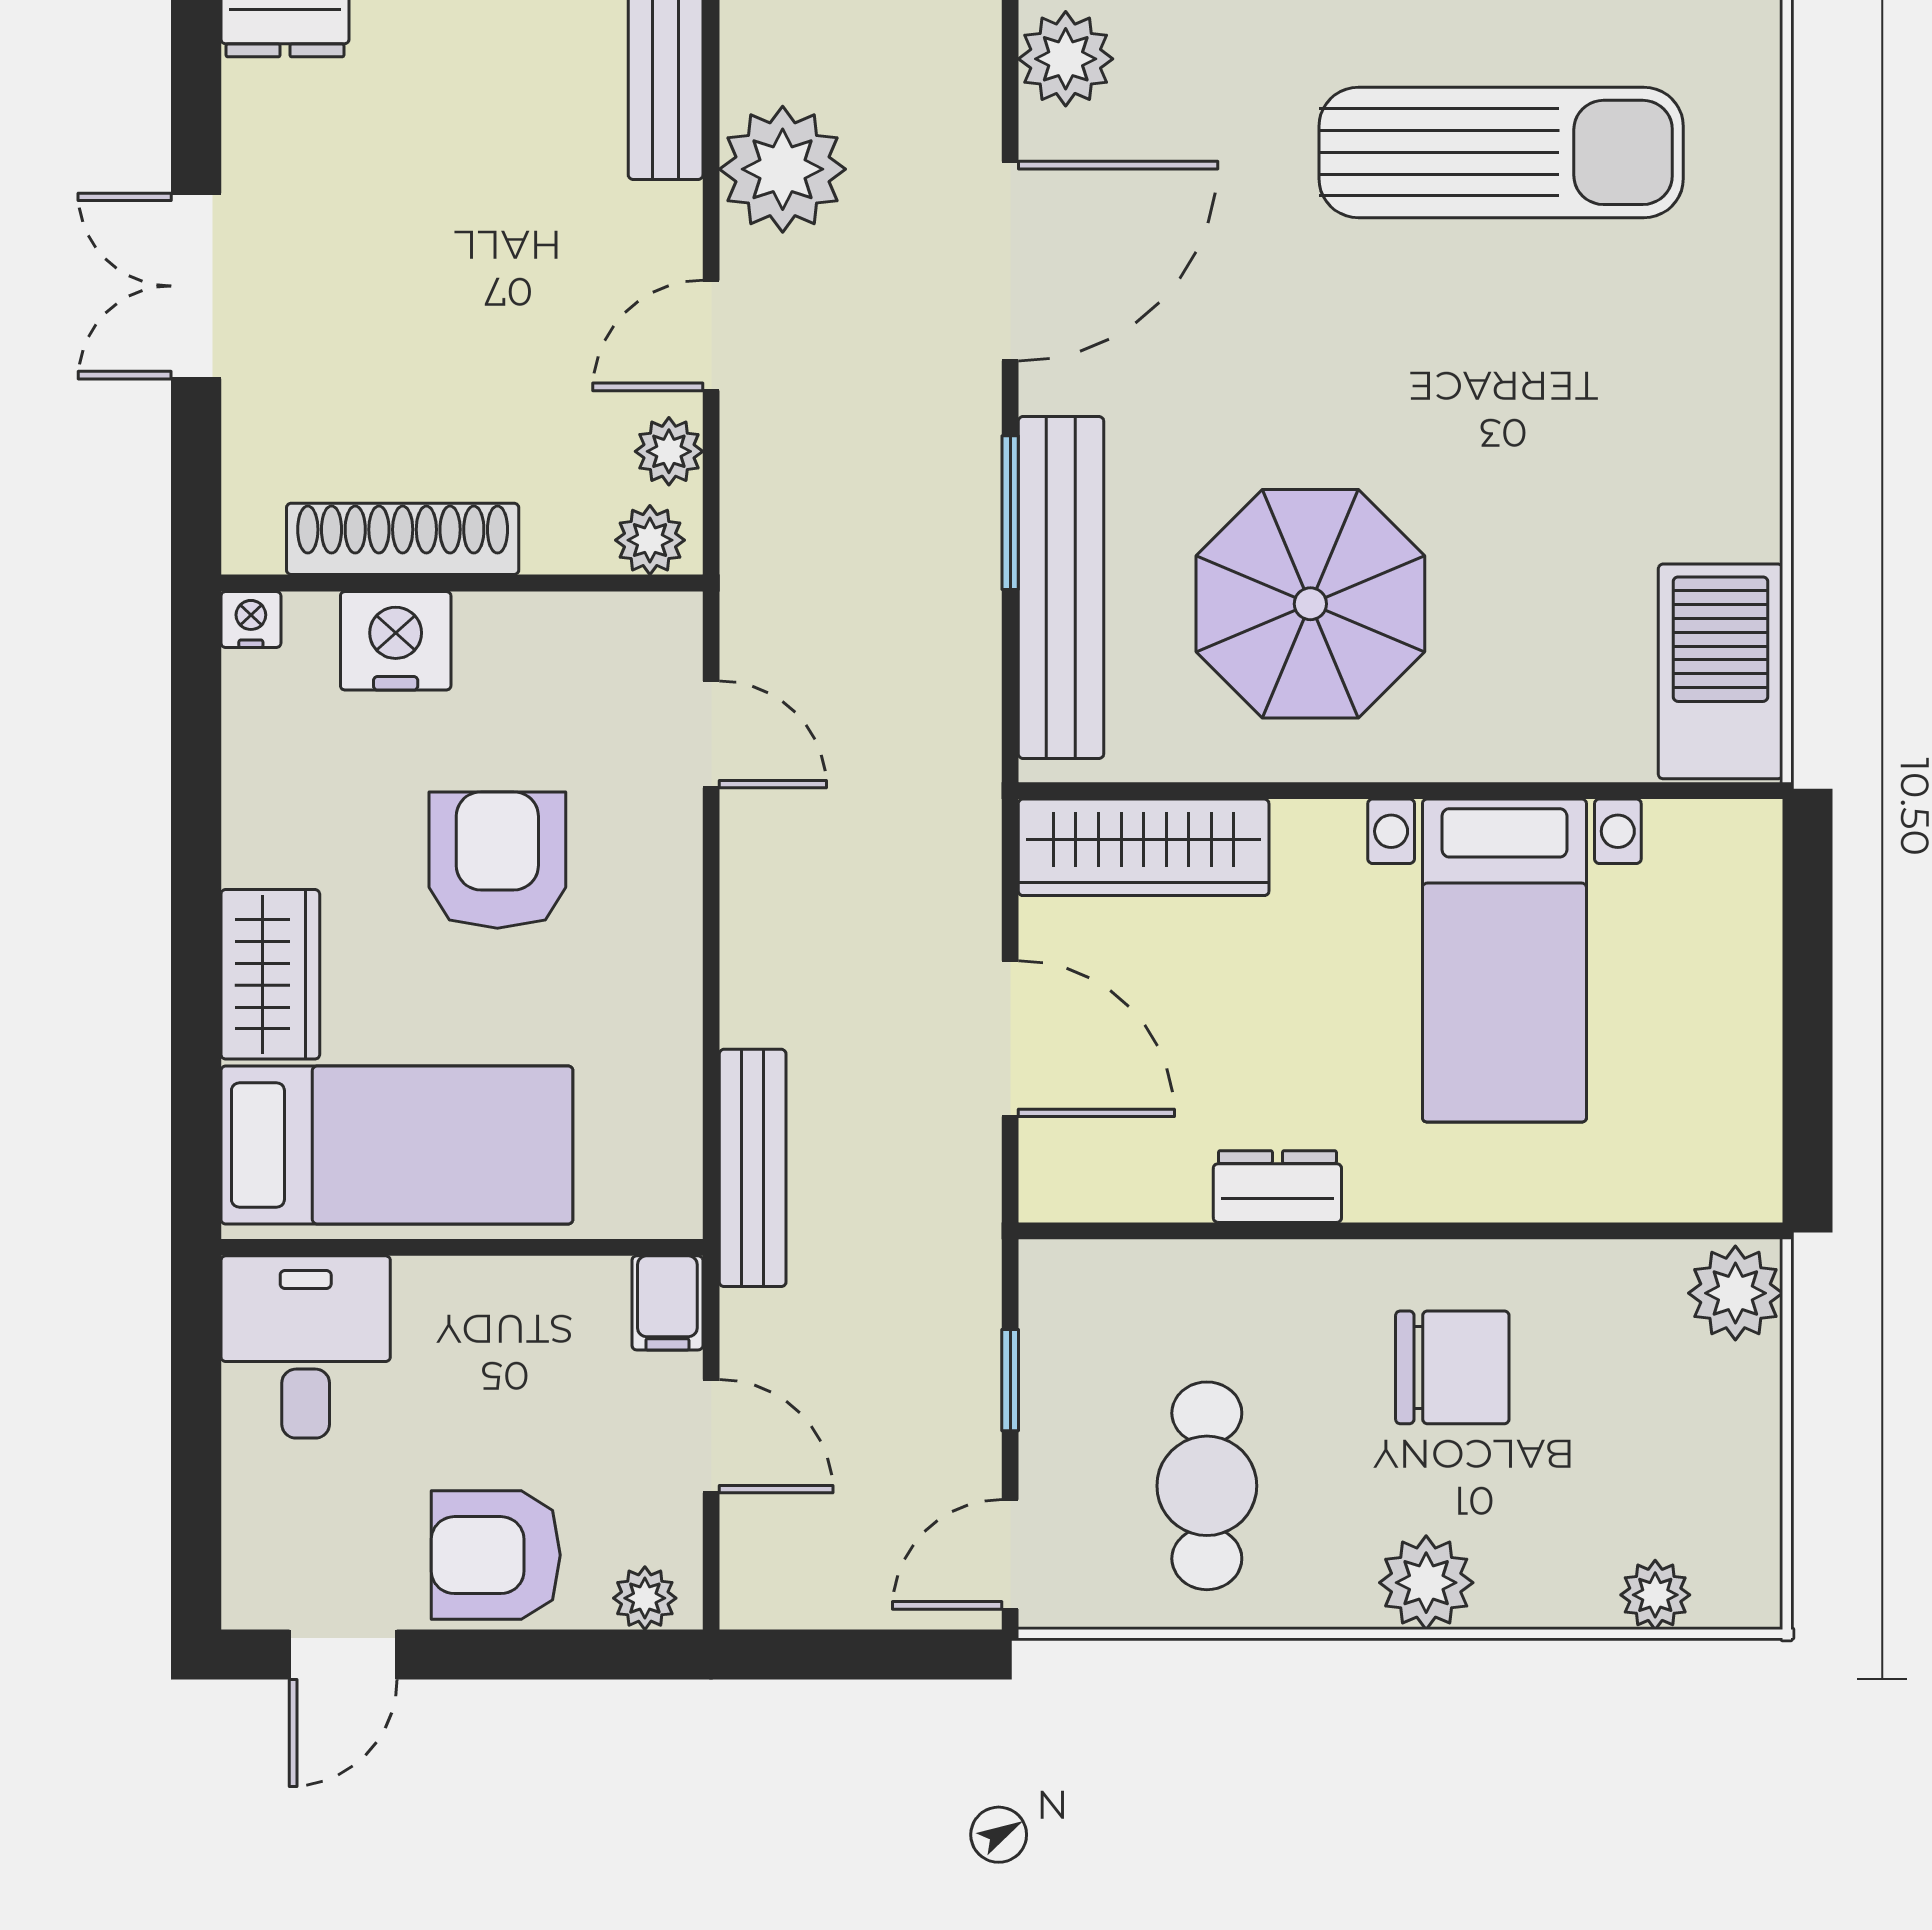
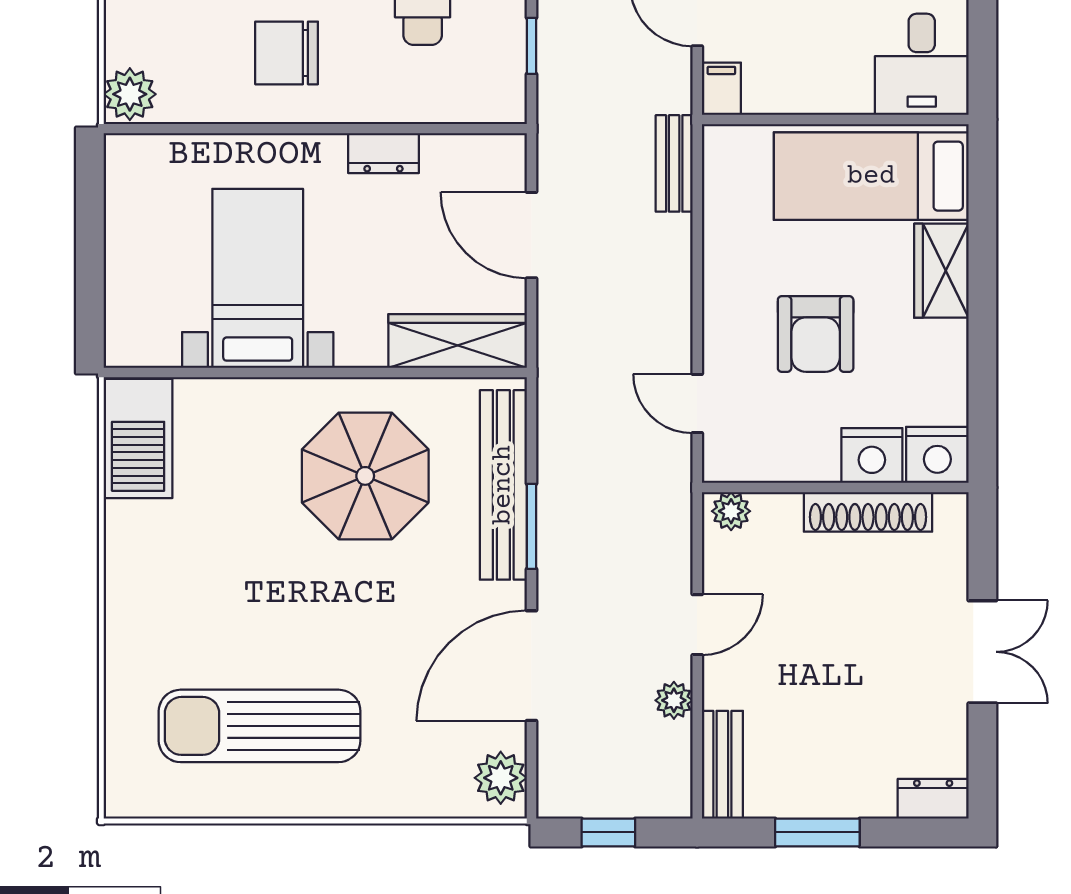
plant: (783, 169) -> (674, 700), width x0.53, depth x0.53
plant: (669, 451) -> (721, 560), removed
nightstand: (251, 619) -> (937, 455), width x1.89, depth x1.79
bench: (753, 1168) -> (674, 163), width x0.73

